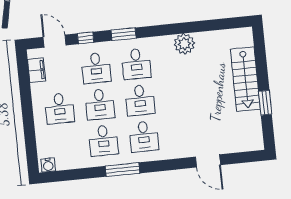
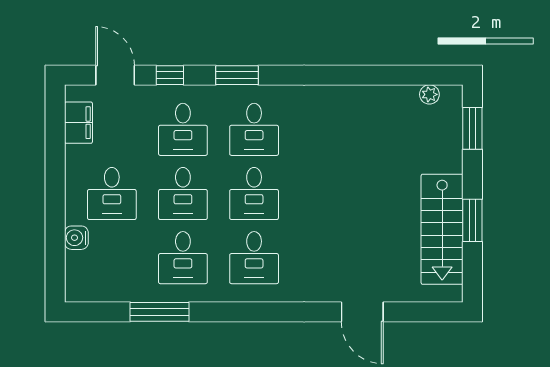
plant: (184, 44) -> (429, 94), moved, width x0.53, depth x0.53
window: (260, 51) -> (472, 128), added
stairs: (245, 79) -> (442, 229), moved
water cooler: (48, 165) -> (76, 238), moved, turned 90
window: (122, 170) -> (160, 312), moved

